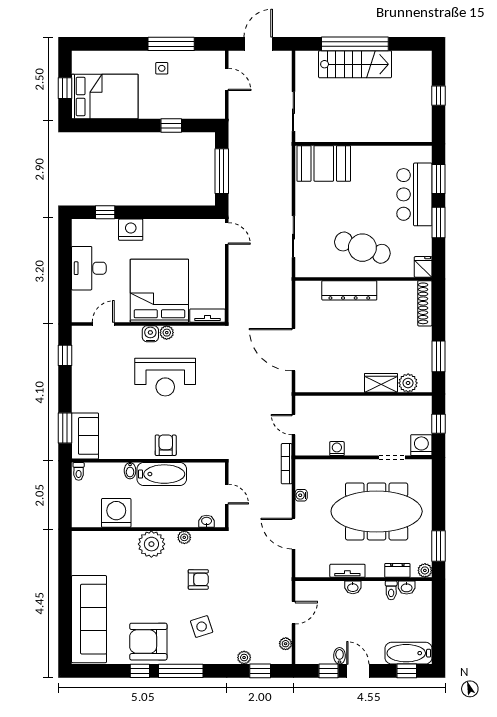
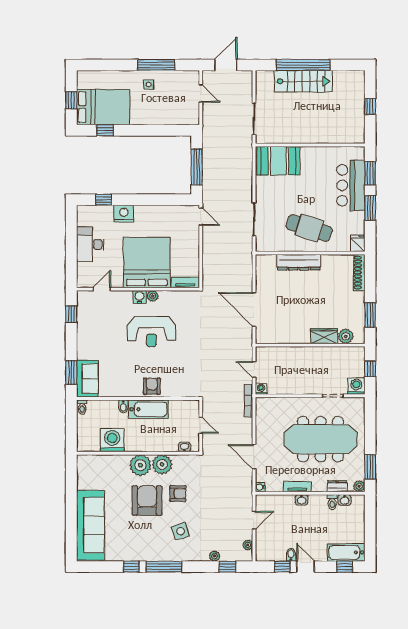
window: (171, 126) -> (105, 130), moved
washing machine: (337, 449) -> (261, 389), moved
water cooler: (301, 495) -> (260, 487), moved
plant: (184, 537) -> (162, 464), width x1.88, depth x1.88
armchair: (148, 642) -> (147, 500), moved, turned 90

